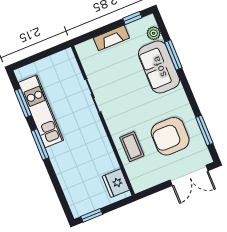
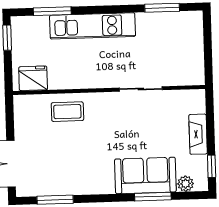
kitchen unit: (41, 111) -> (93, 26), moved
armchair: (170, 136) -> (63, 159), removed
window: (40, 144) -> (52, 11), moved

